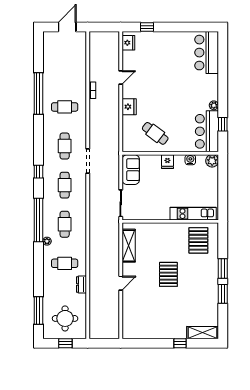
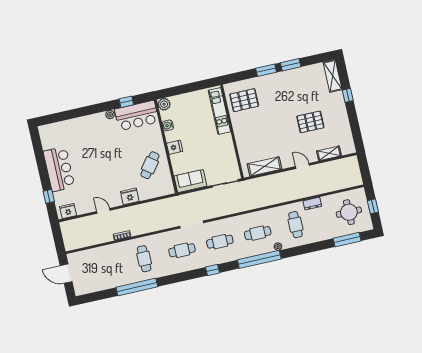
bar counter: (207, 53) -> (59, 169), moved, turned -90
pallet: (168, 274) -> (310, 122), moved
shelving: (127, 312) -> (329, 153), added

